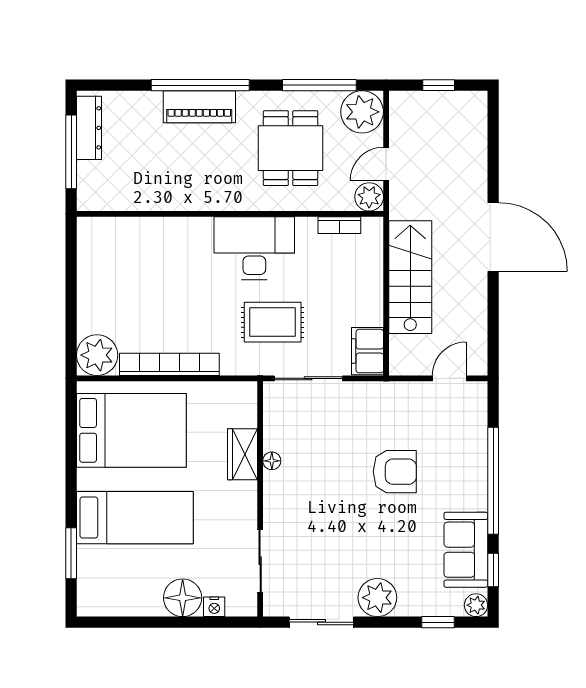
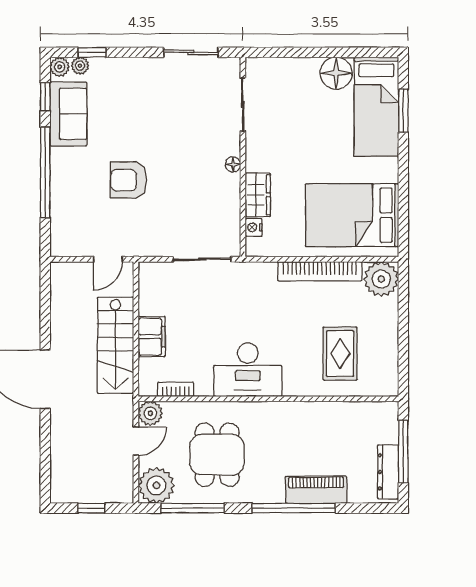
piano: (199, 107) -> (316, 490), moved
rug: (273, 322) -> (340, 354), moved, turned 90
filing cabinet: (368, 351) -> (152, 337), moved
door: (449, 378) -> (108, 259), moved
floor lamp: (272, 461) -> (233, 164), moved
bed: (135, 518) -> (376, 107), moved, turned -90
floor lamp: (183, 598) -> (336, 73), moved
plant: (377, 598) -> (80, 66), moved, width x0.53, depth x0.53
nightstand: (214, 607) -> (254, 227), moved, turned -90

